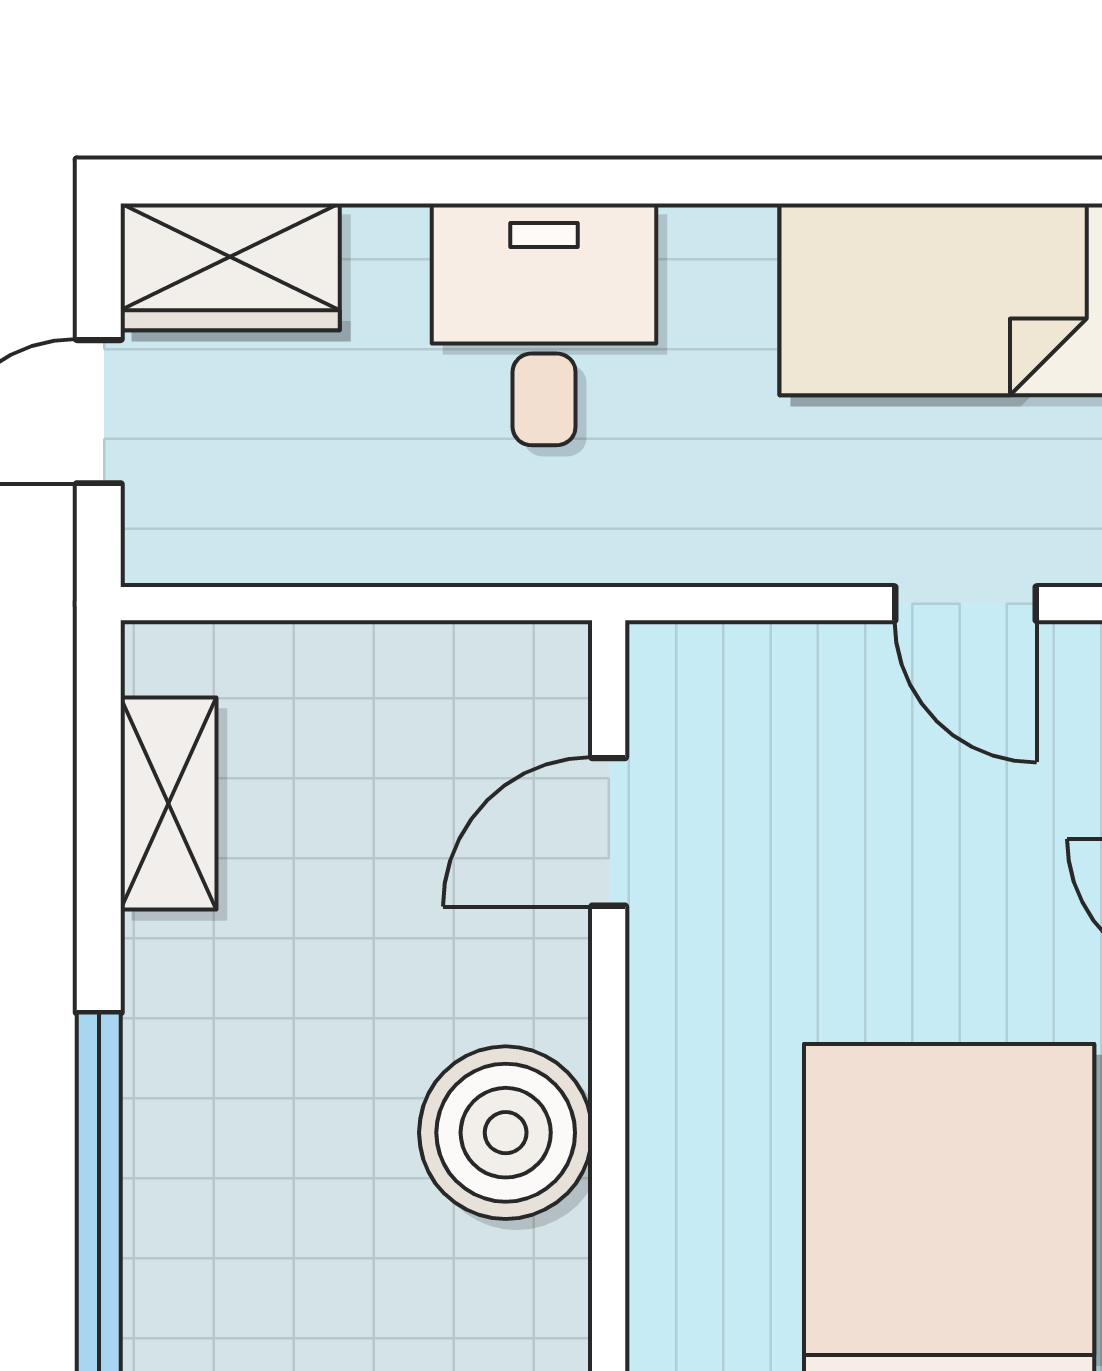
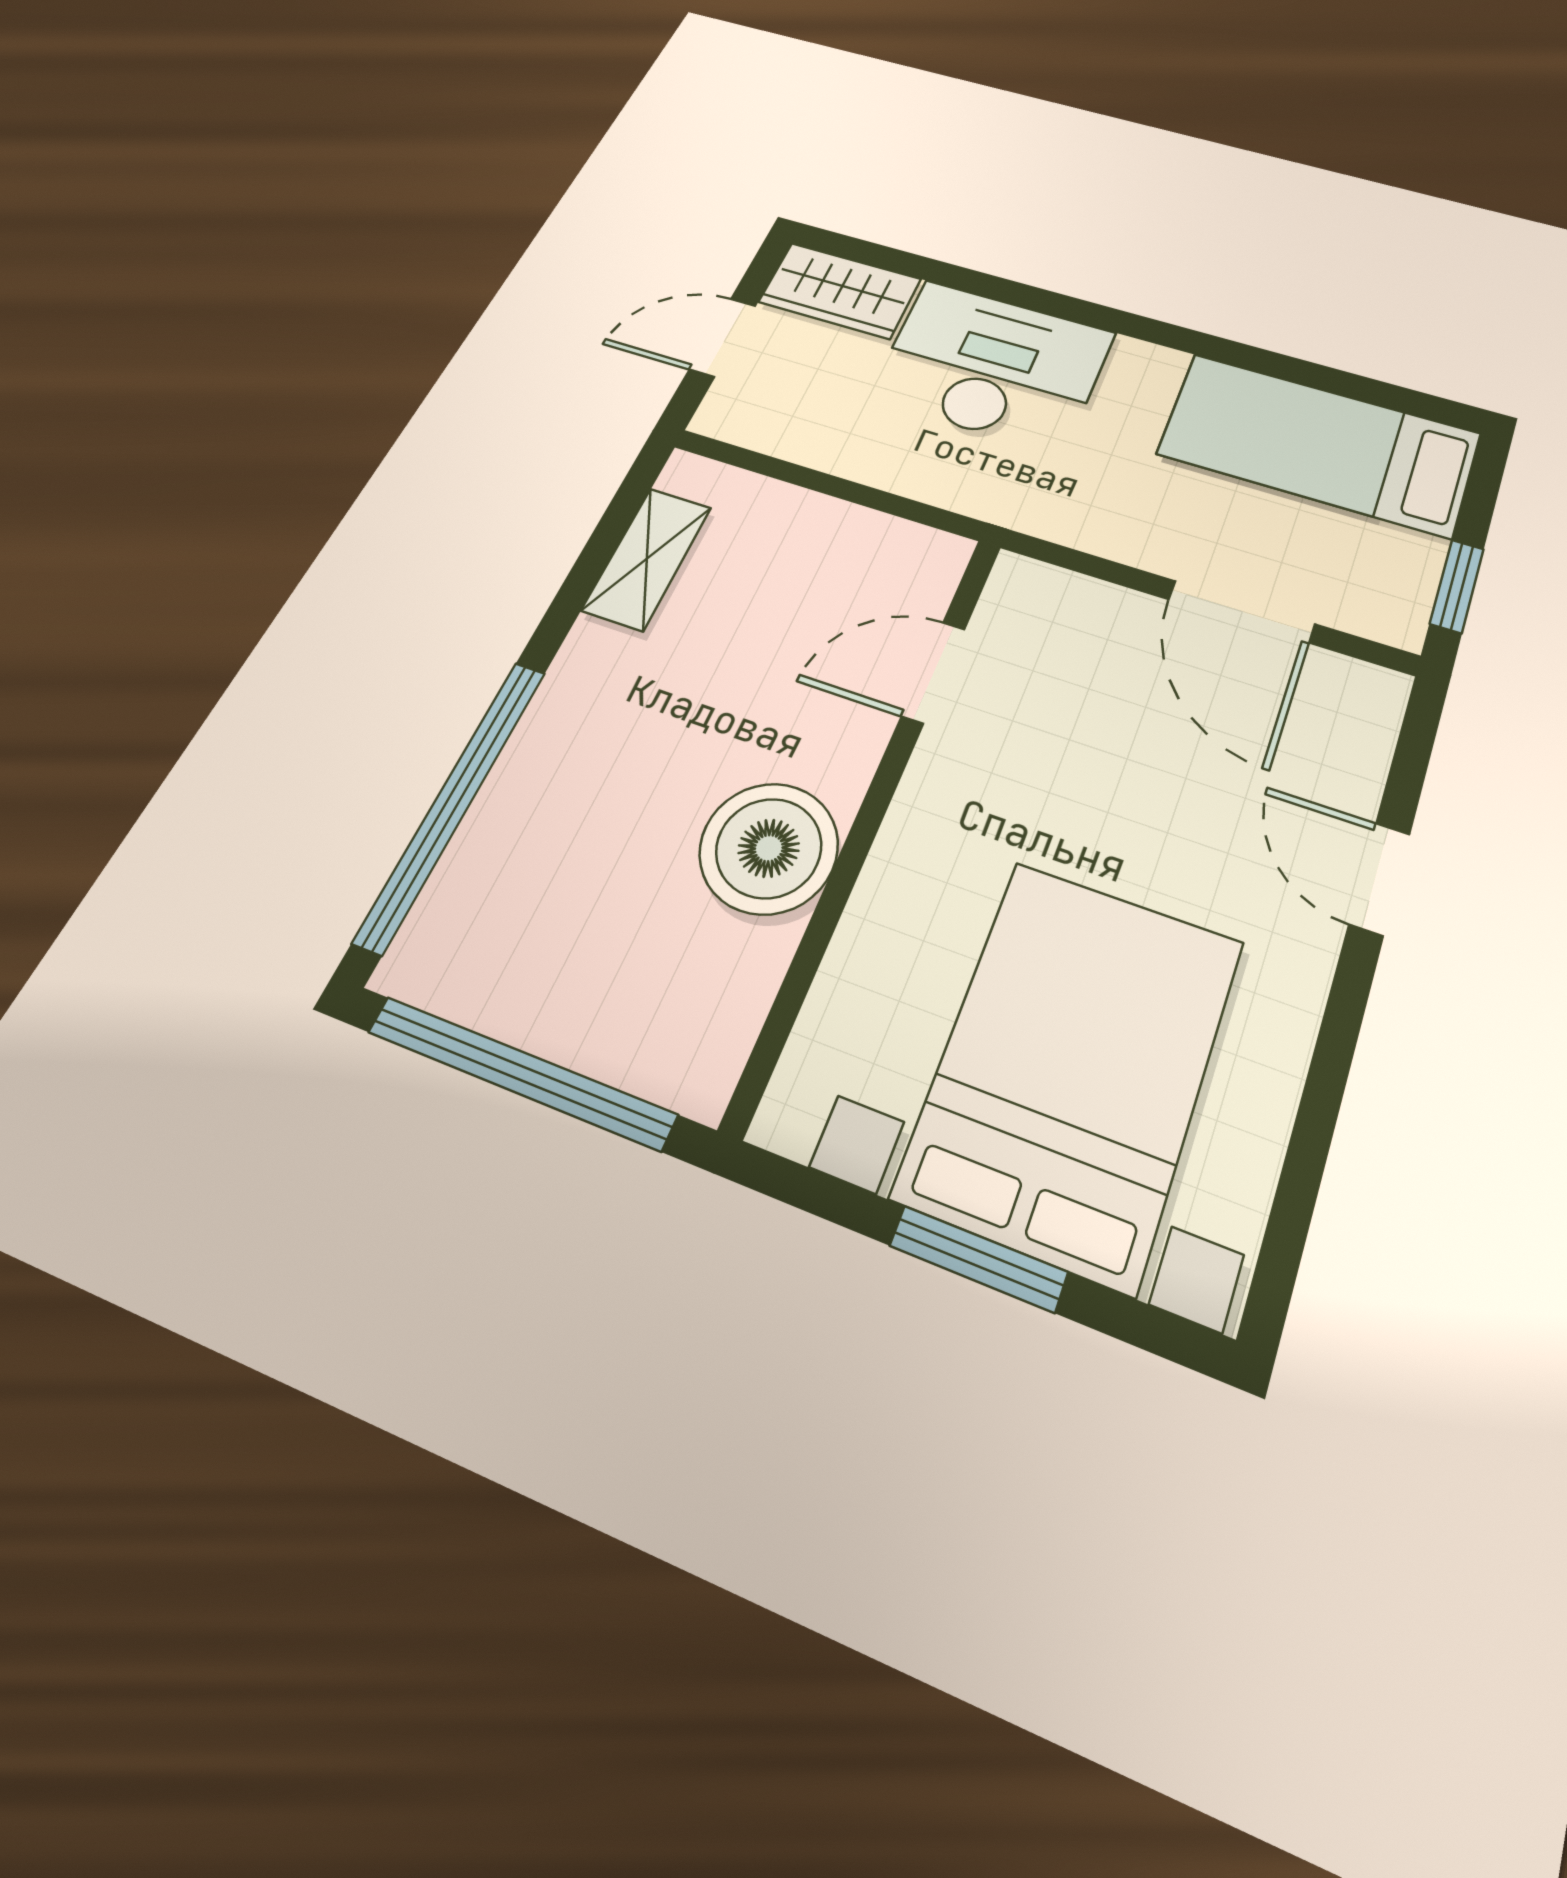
desk: (544, 324) -> (992, 365), width x1.37
door: (965, 604) -> (1241, 612), width x1.38

